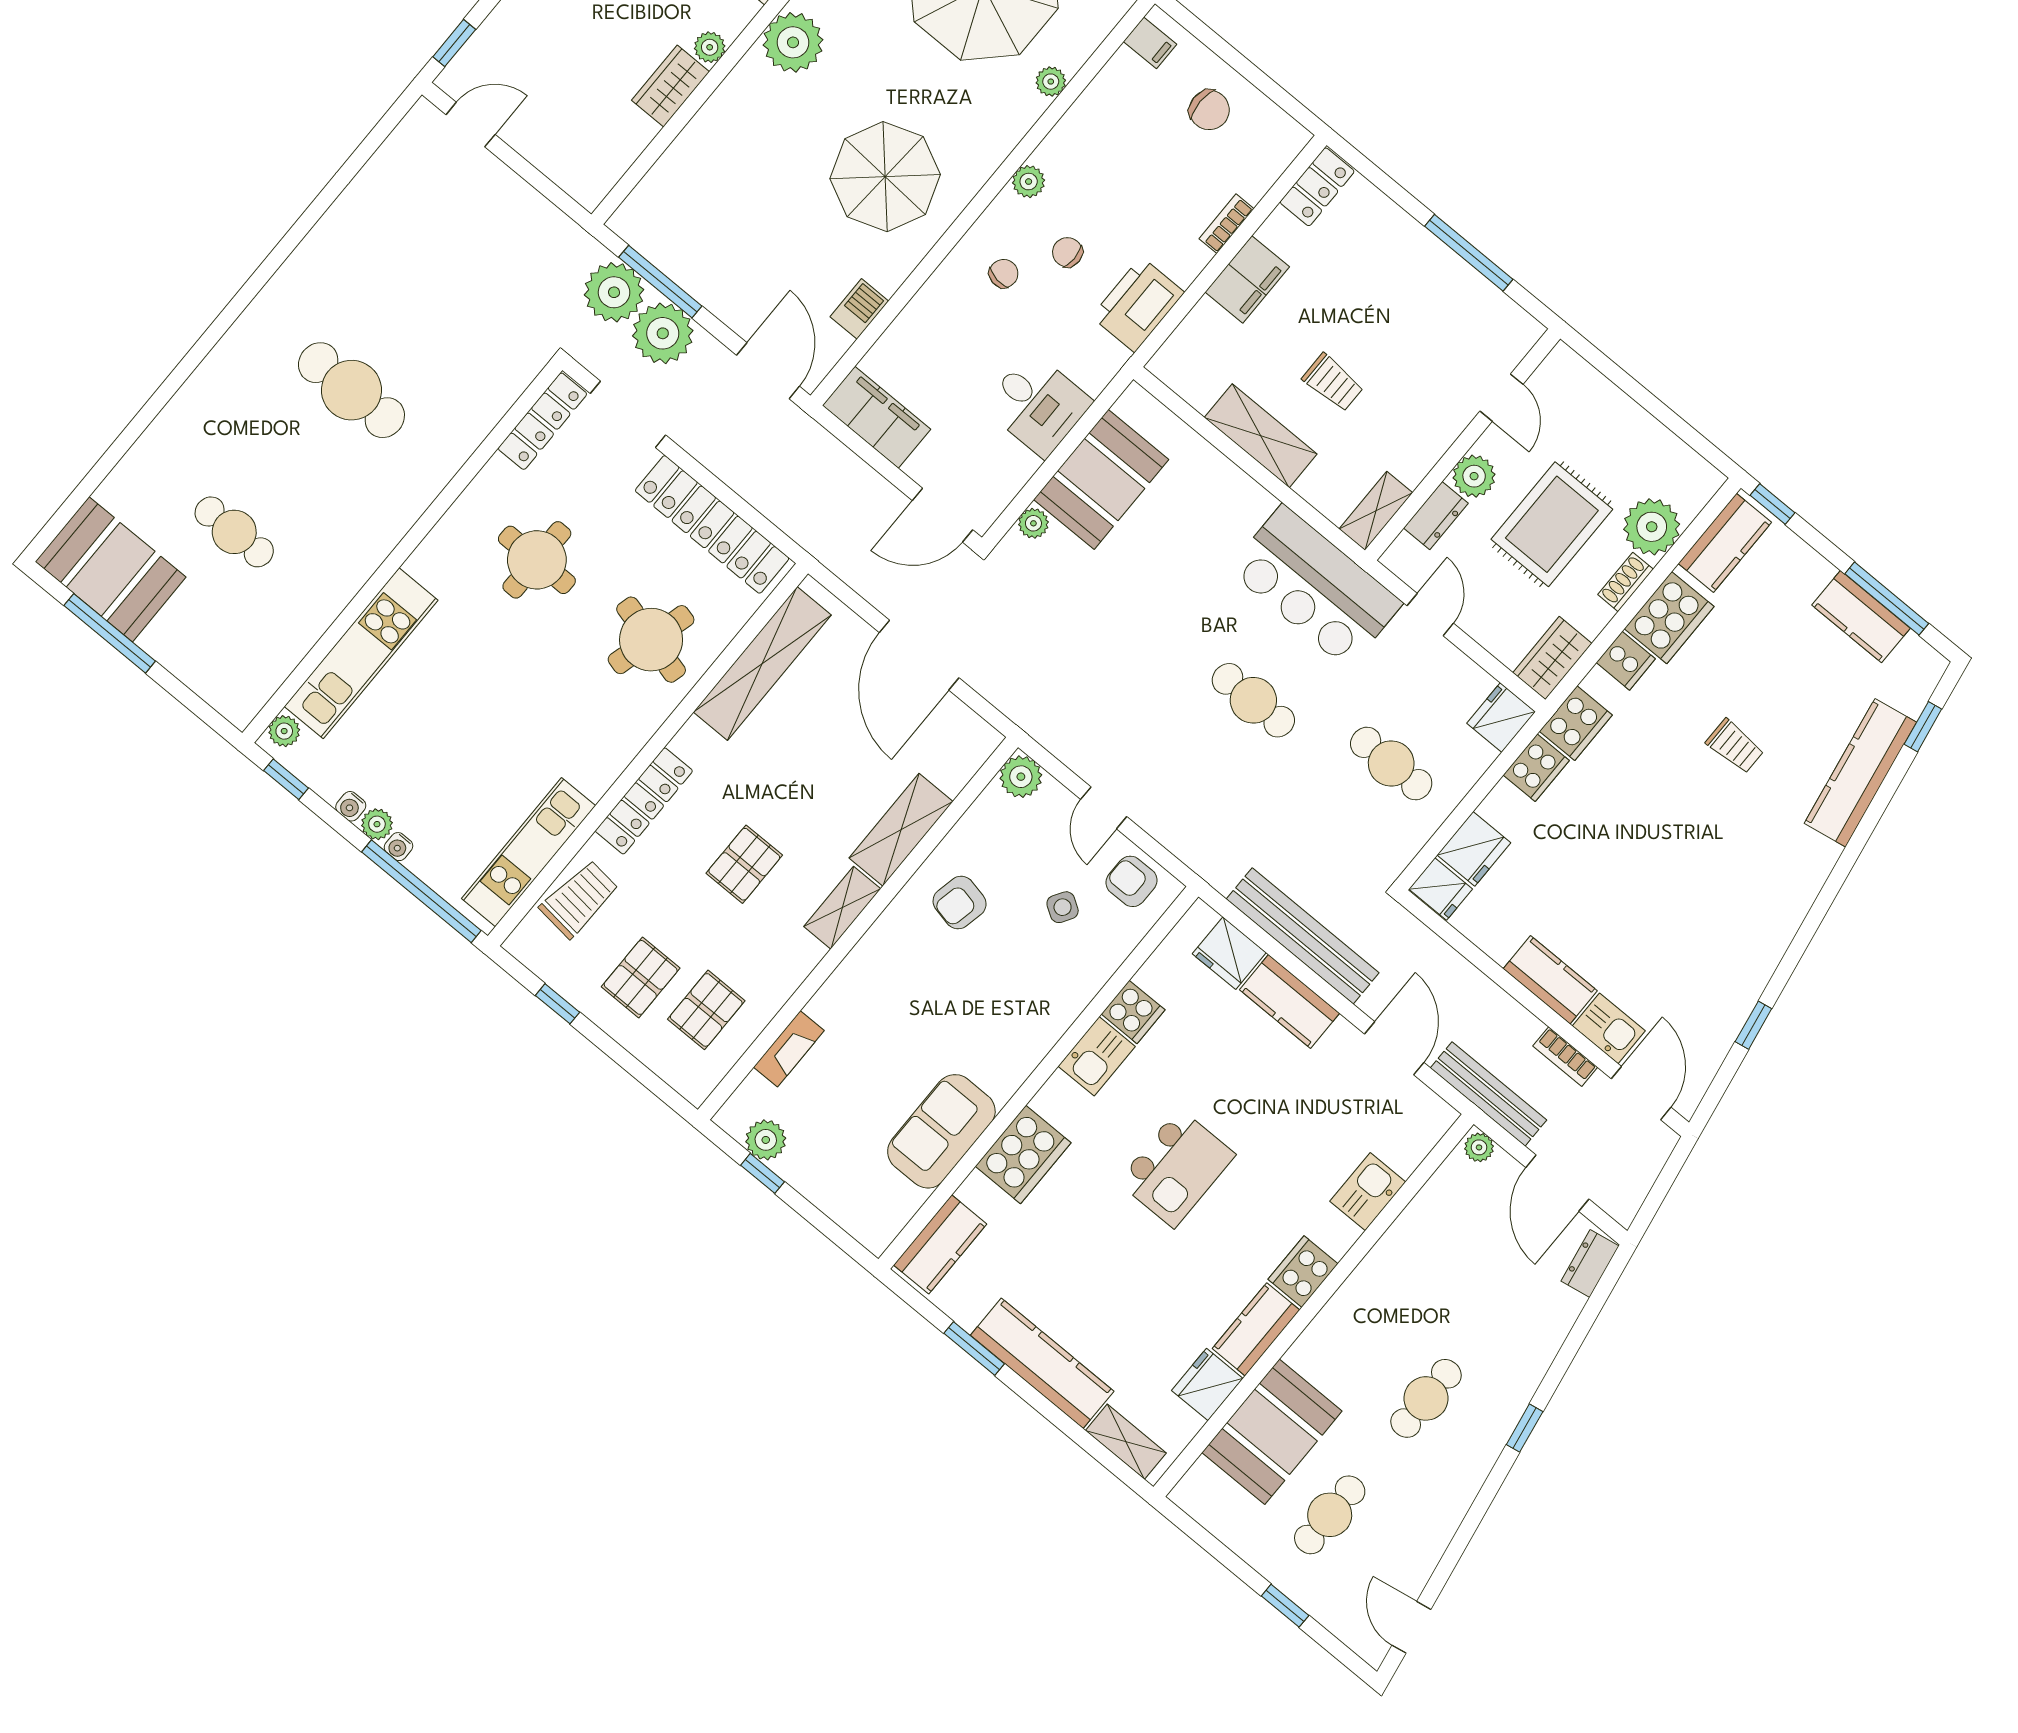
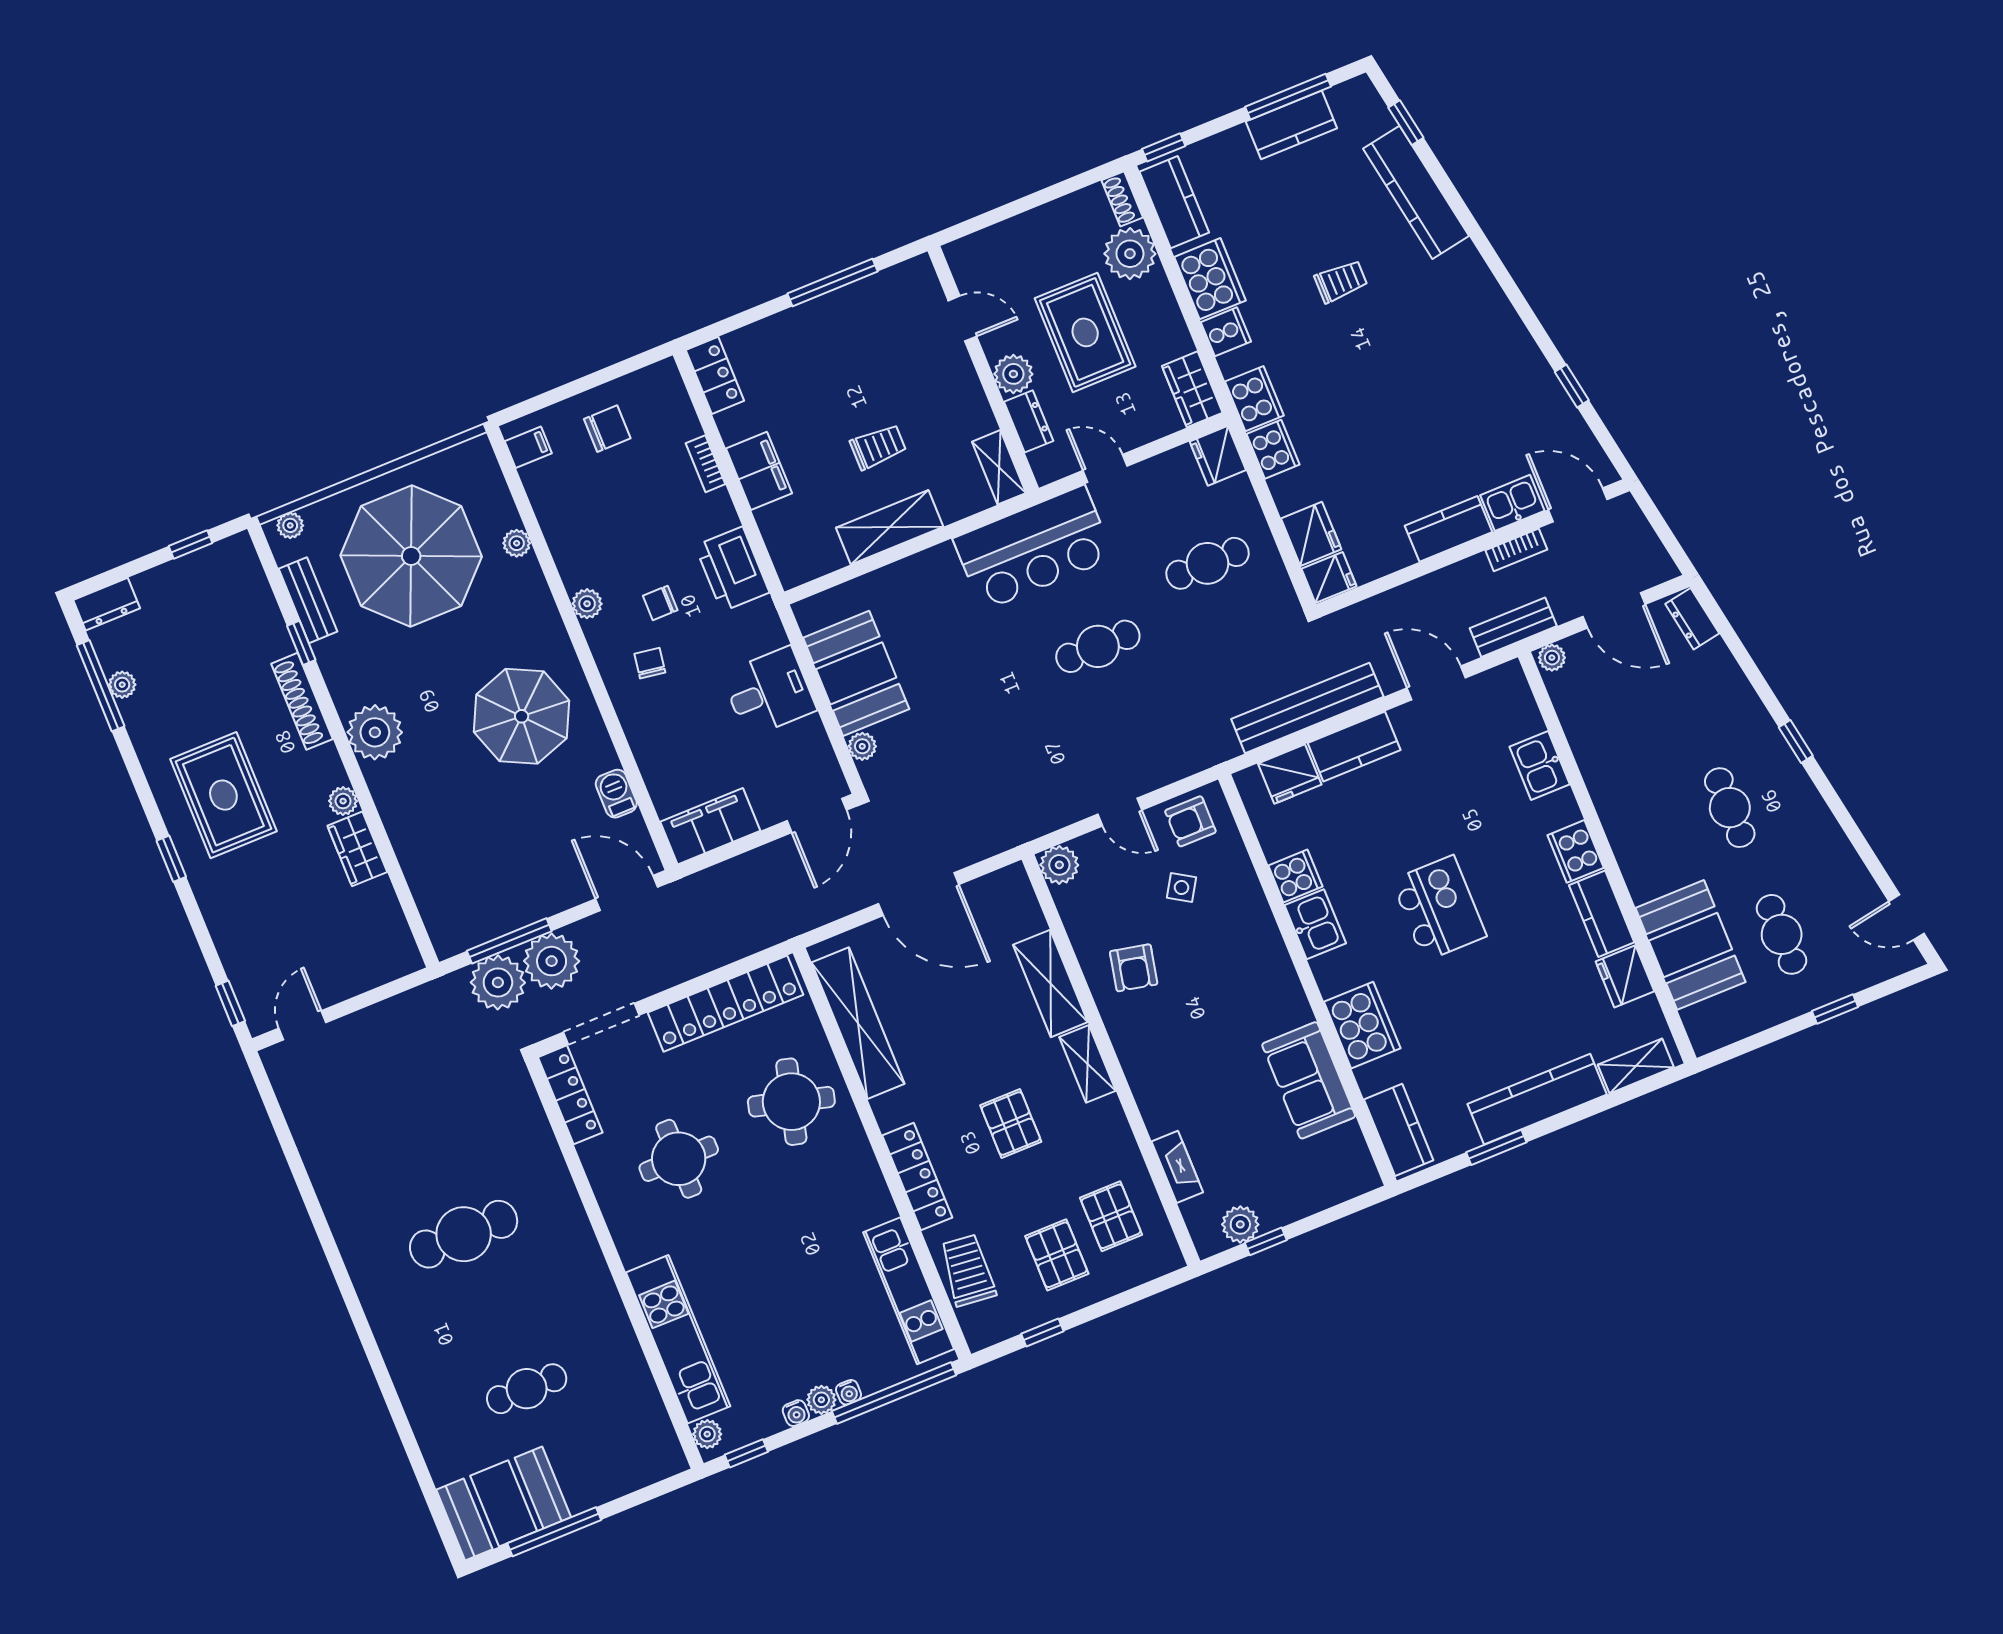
shoe rack: (1626, 582) -> (1122, 199), moved
bench: (1488, 1094) -> (1513, 627), width x0.73

